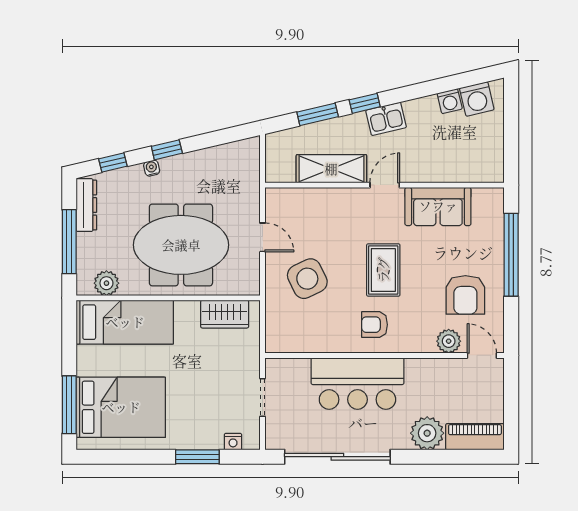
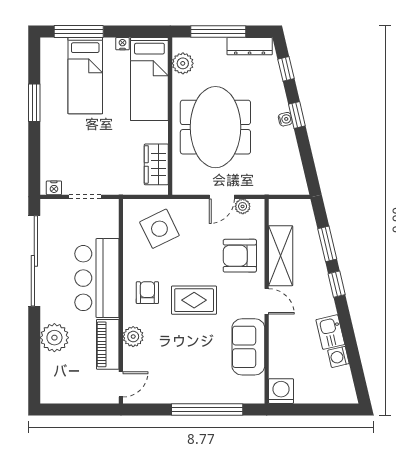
washing machine: (477, 99) -> (281, 391), moved, turned 103
kitchen sink: (386, 119) -> (330, 332), moved
water cooler: (152, 168) -> (285, 119), moved
plant: (274, 213) -> (243, 206), added
side table: (307, 279) -> (159, 229), moved
armchair: (465, 295) -> (240, 256), moved
plant: (449, 341) -> (133, 337), moved
nightstand: (83, 354) -> (122, 44), added
bed: (121, 407) -> (85, 76), width x0.67
piano: (475, 437) -> (108, 344), moved, turned 180
nightstand: (233, 442) -> (54, 188), moved, turned -90
window: (197, 457) -> (34, 103), moved

